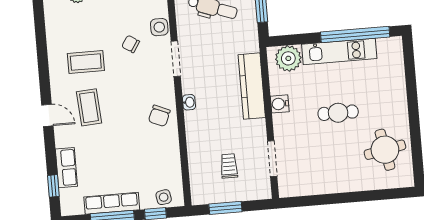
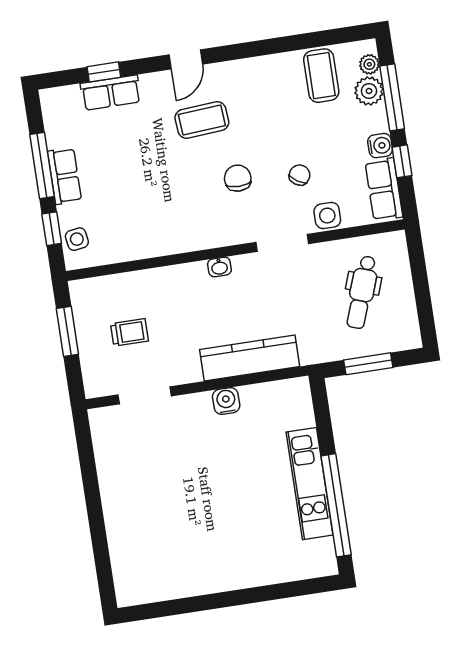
plant: (288, 58) -> (294, 409), removed
coffee table: (86, 62) -> (321, 76), moved
cafe table: (338, 113) -> (219, 488), removed
chair: (159, 116) -> (238, 178), moved, turned 67
round table: (385, 150) -> (169, 561), removed
window: (53, 186) -> (104, 72), moved
row of seats: (112, 203) -> (65, 176), width x0.68

